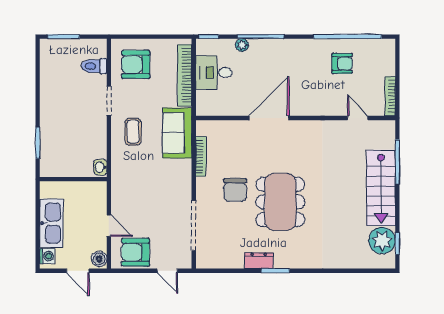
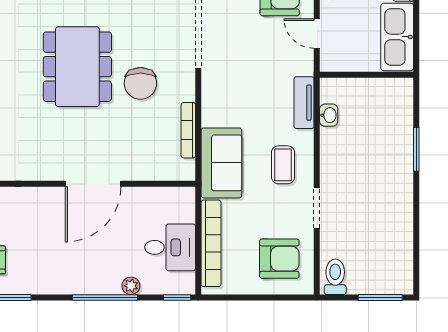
toilet: (94, 66) -> (335, 277), moved, turned -90
tv unit: (118, 176) -> (304, 103), added
wall: (73, 179) -> (367, 75), moved
chair: (235, 190) -> (140, 83), turned 180

